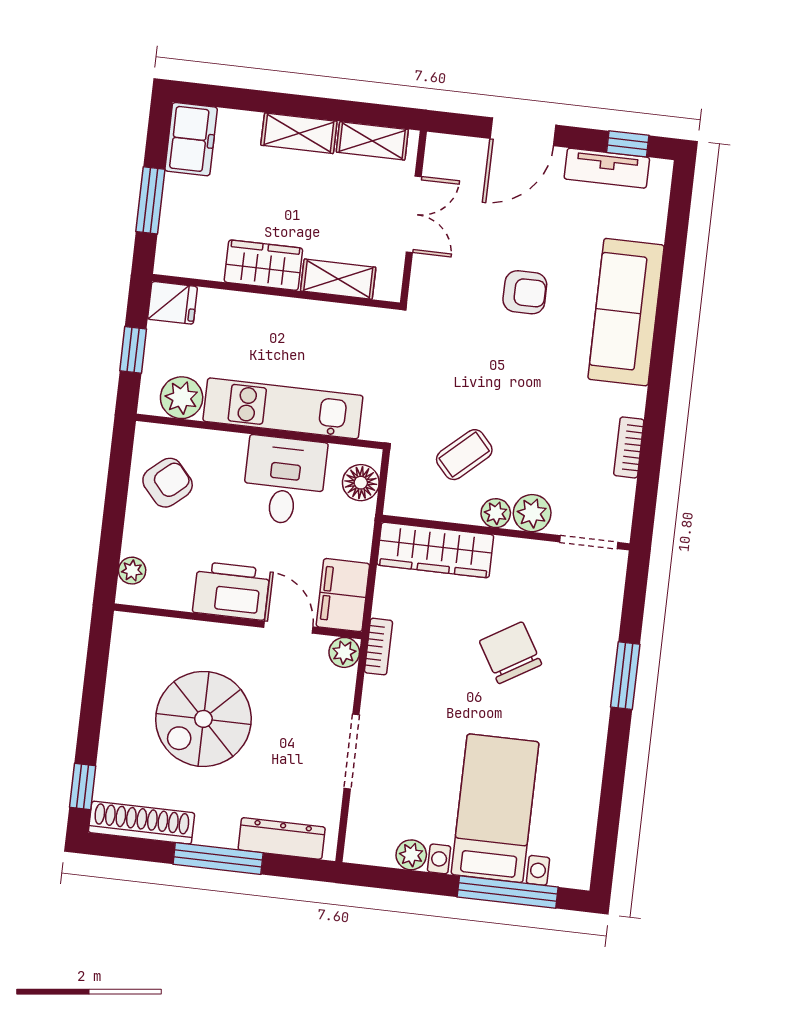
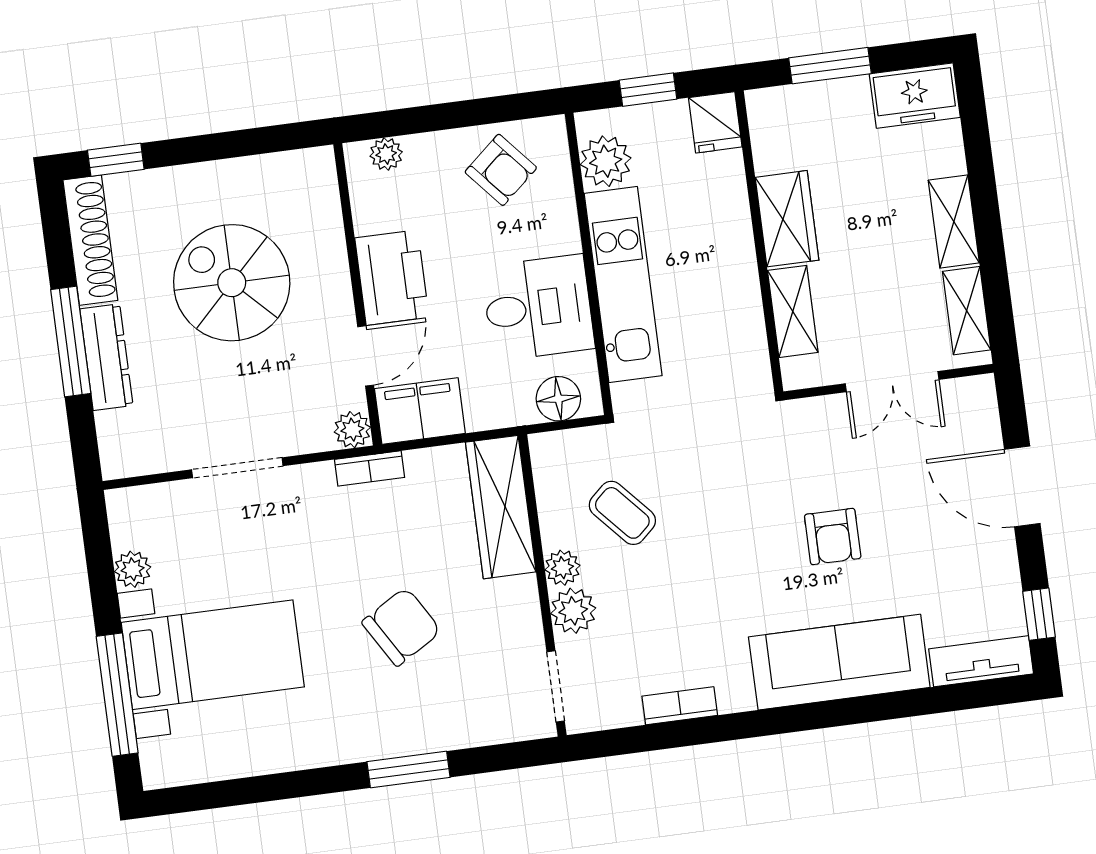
tv unit: (607, 168) -> (981, 661), moved, turned 90
dresser: (282, 838) -> (106, 357), moved

